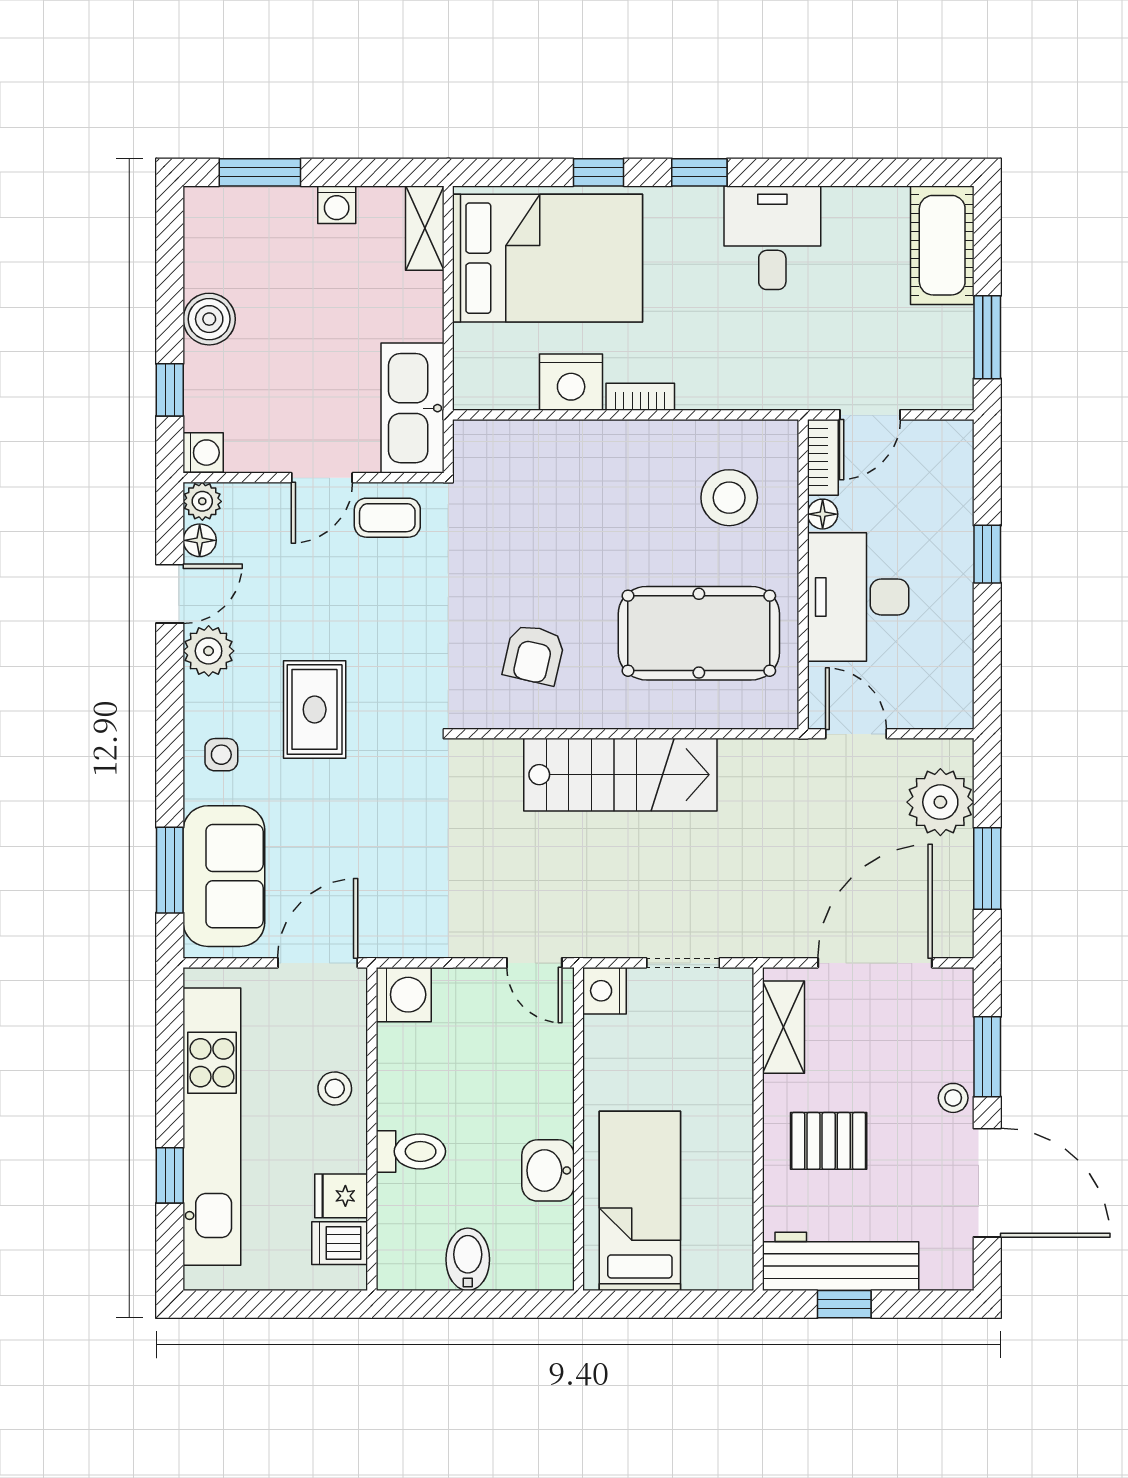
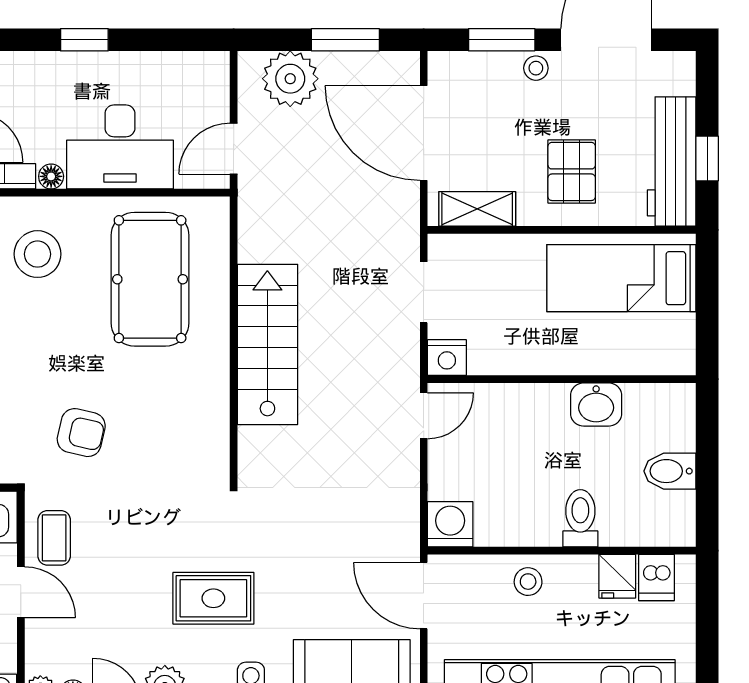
armchair: (534, 655) -> (81, 433), moved
bed: (640, 1201) -> (621, 278), moved

